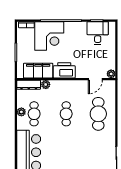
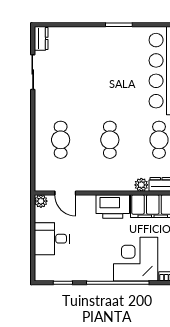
desk: (98, 33) -> (52, 239), moved, turned 90
door: (95, 79) -> (65, 193), swing flipped
cafe table: (98, 114) -> (61, 140), width x0.73, depth x0.74

